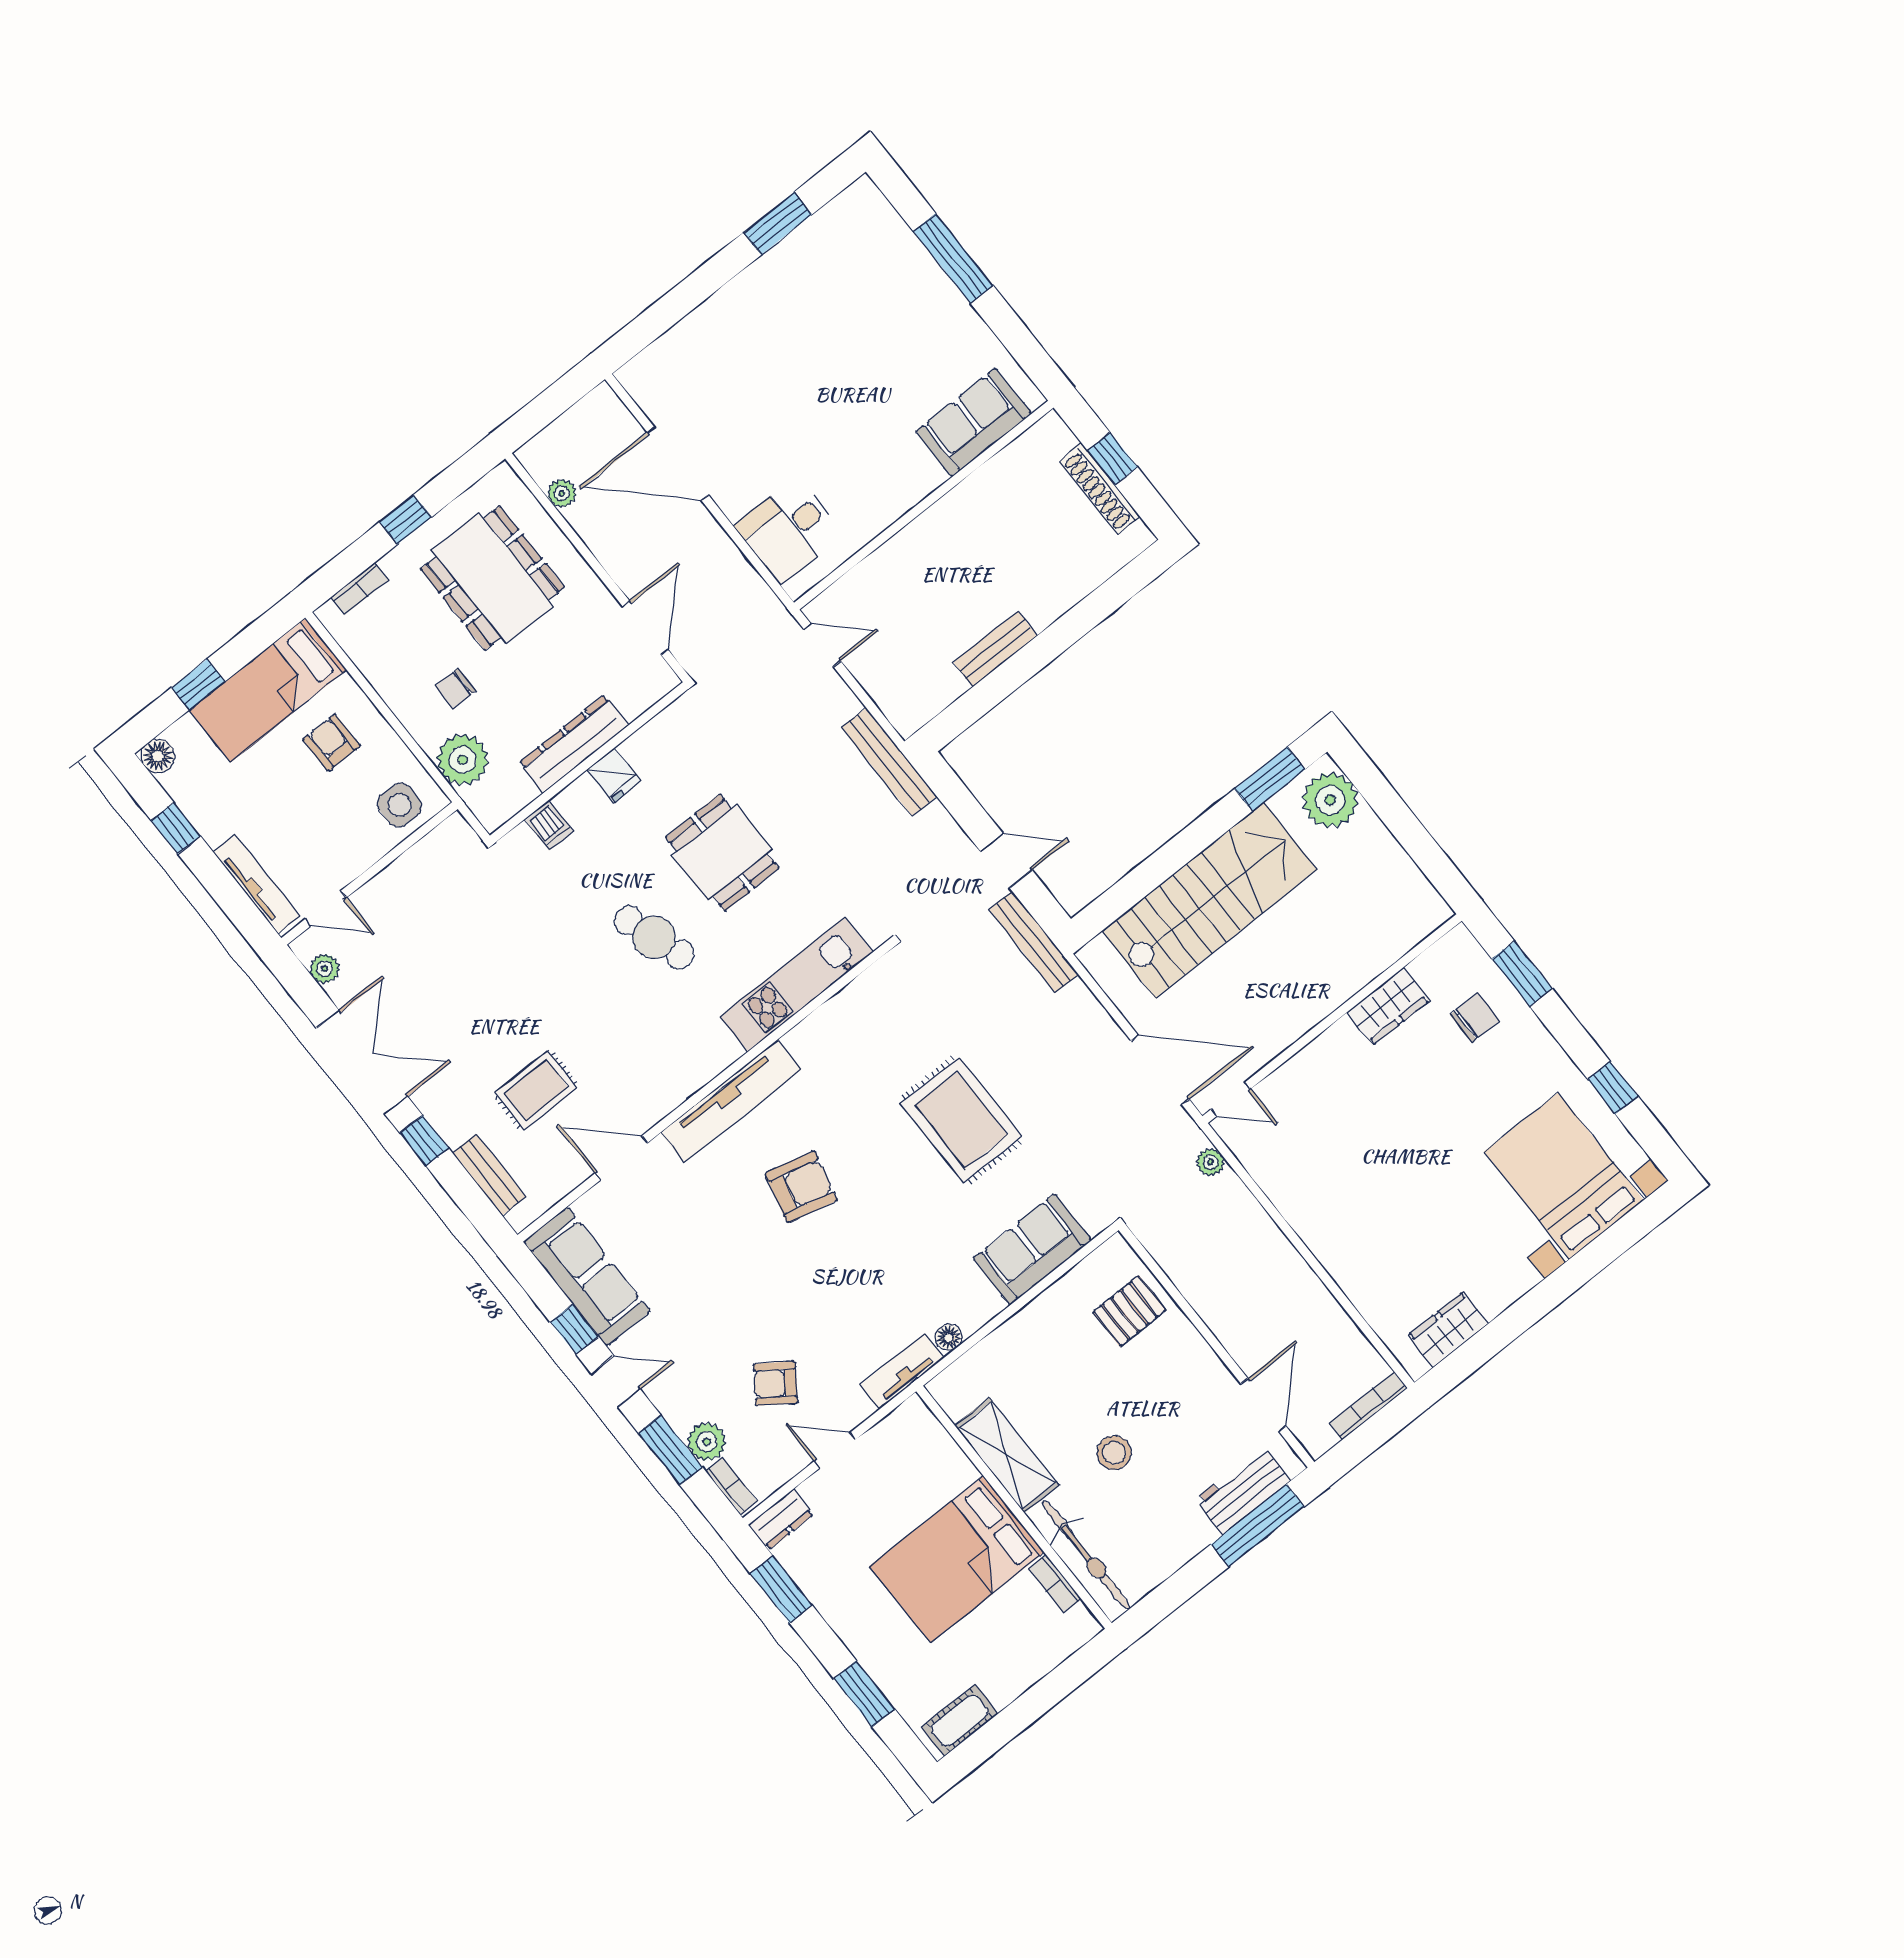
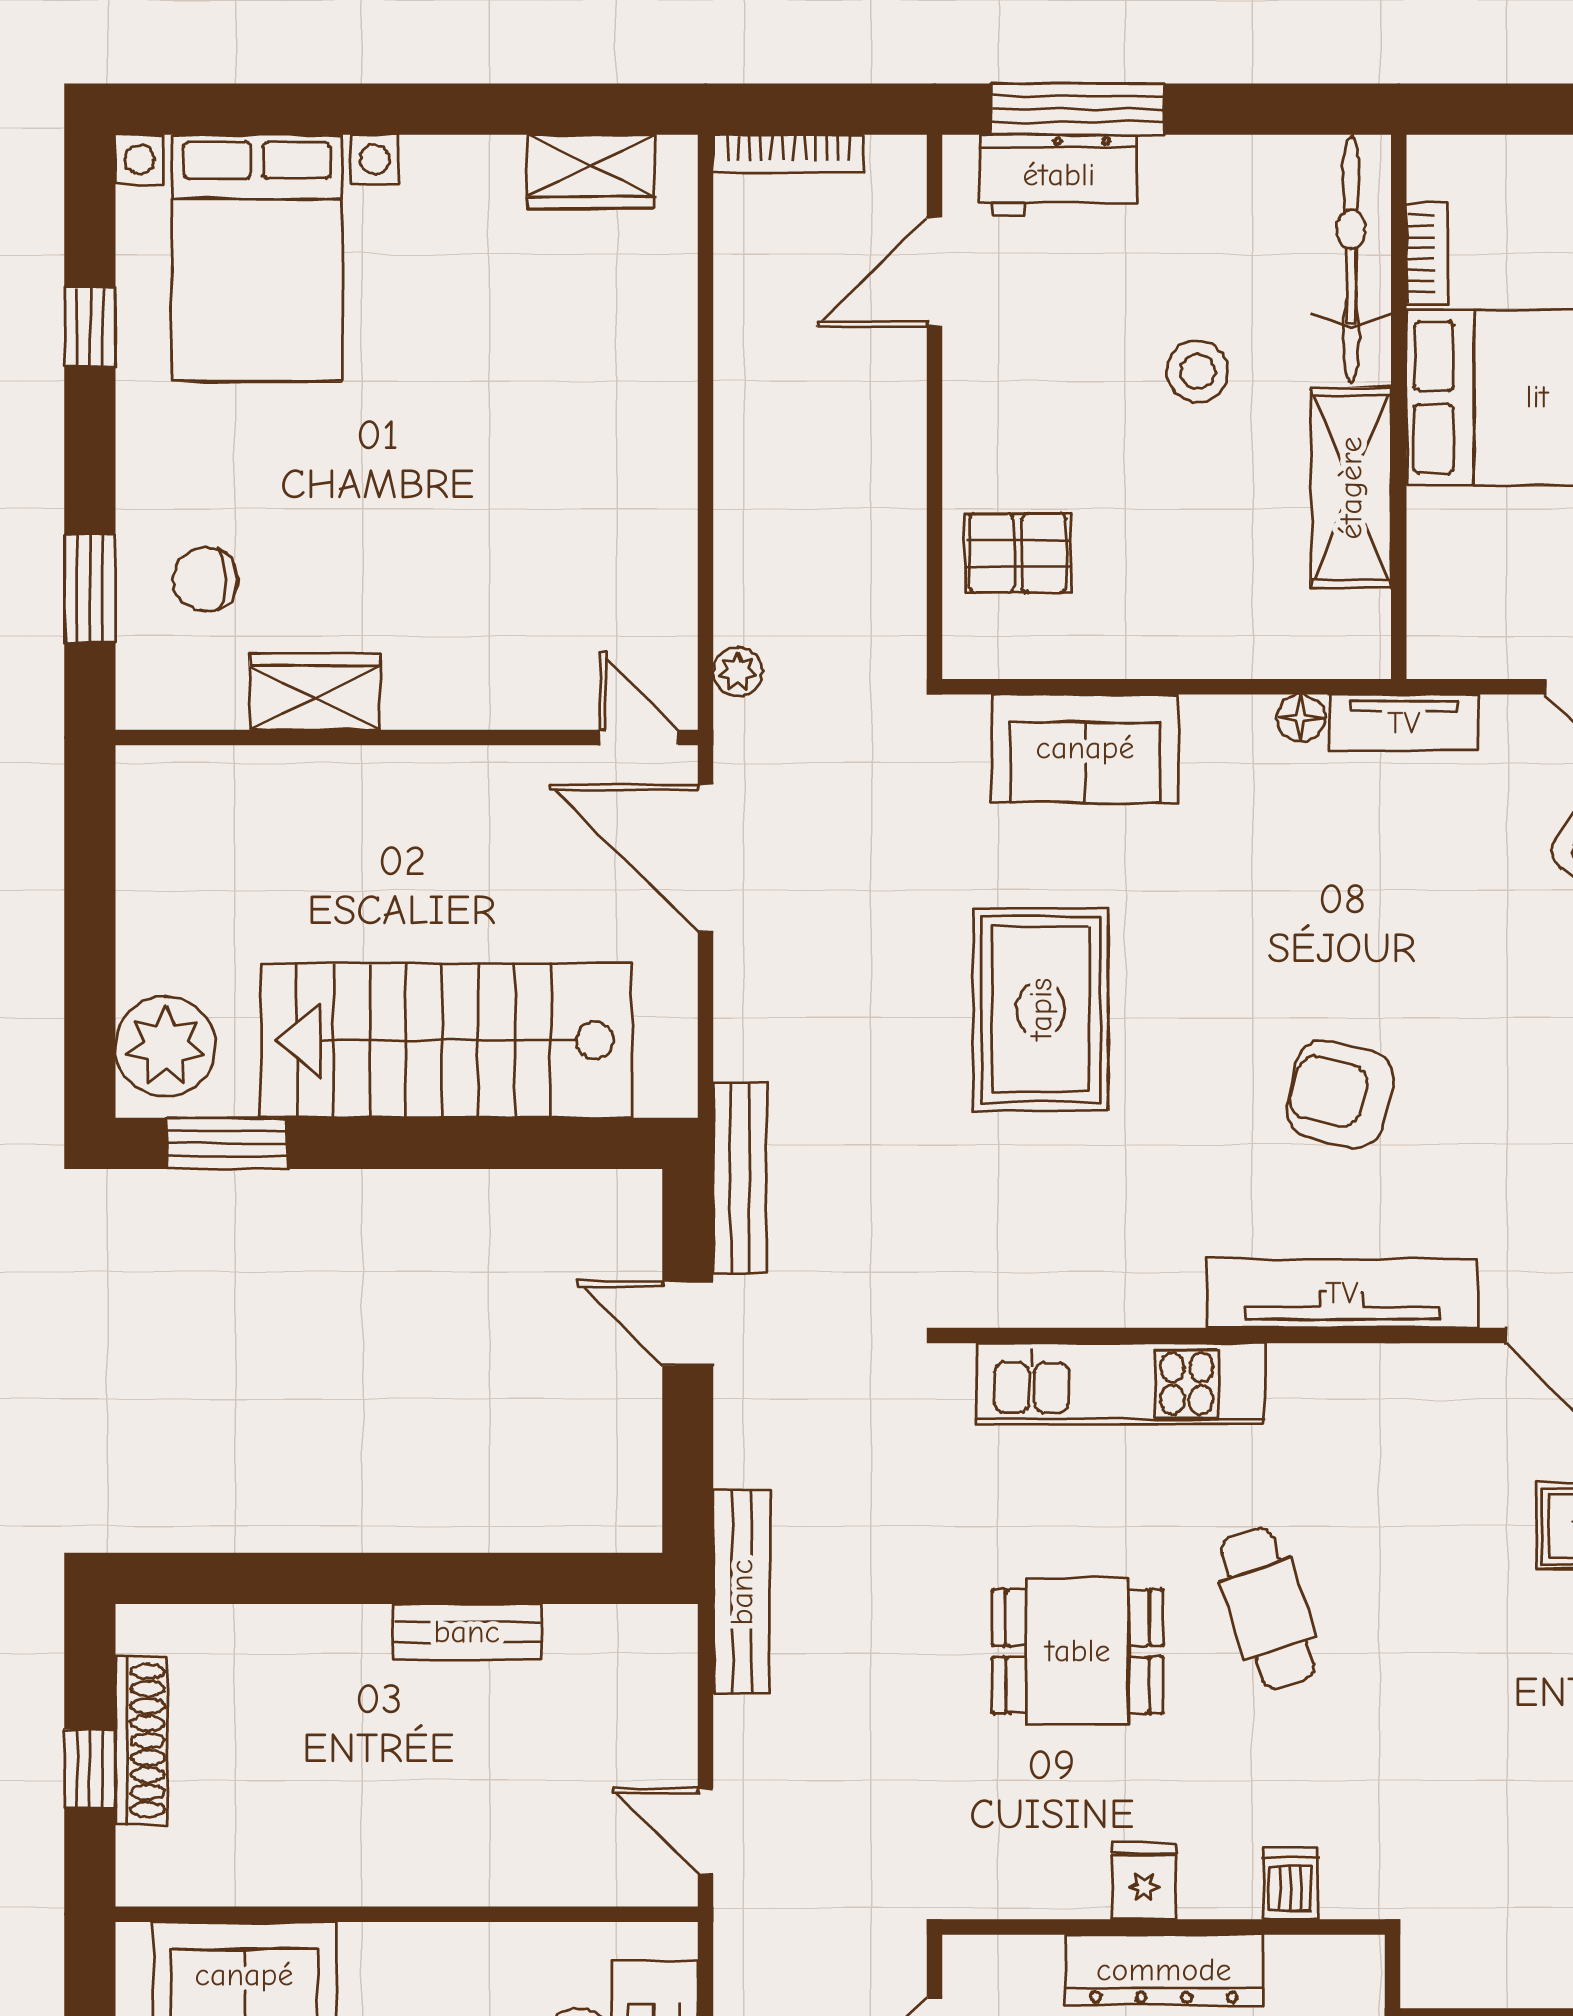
dining table: (722, 853) -> (1078, 1651), turned 90

